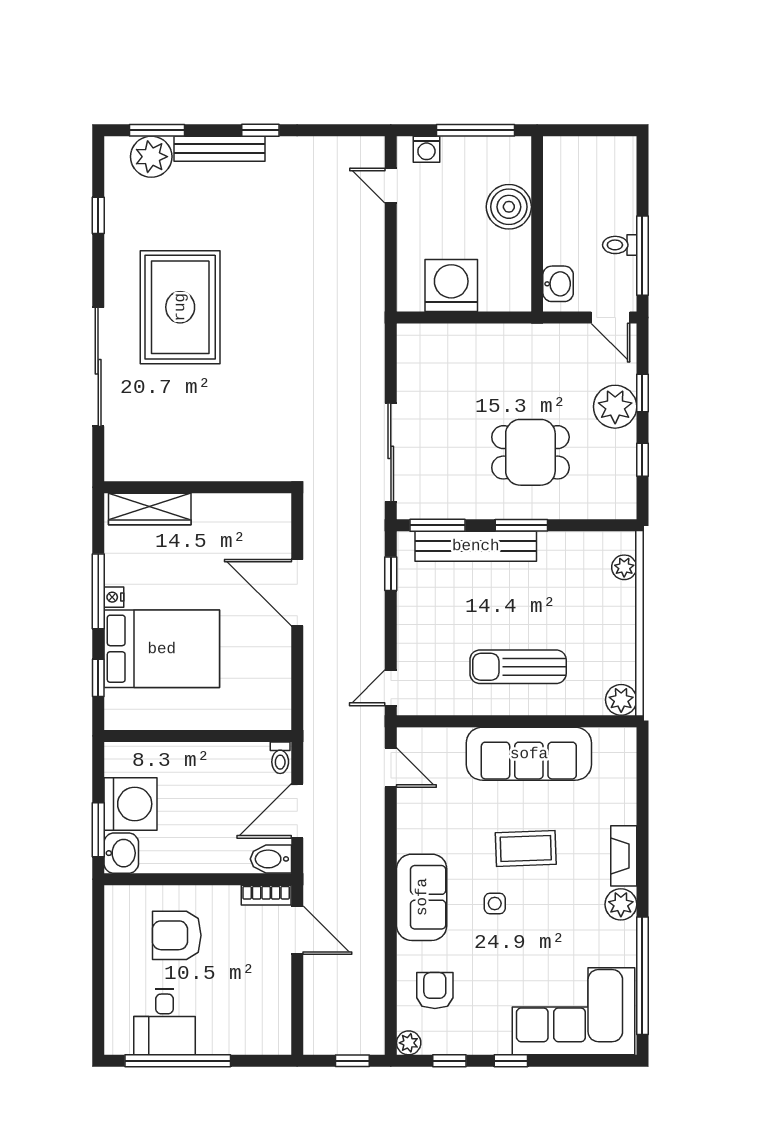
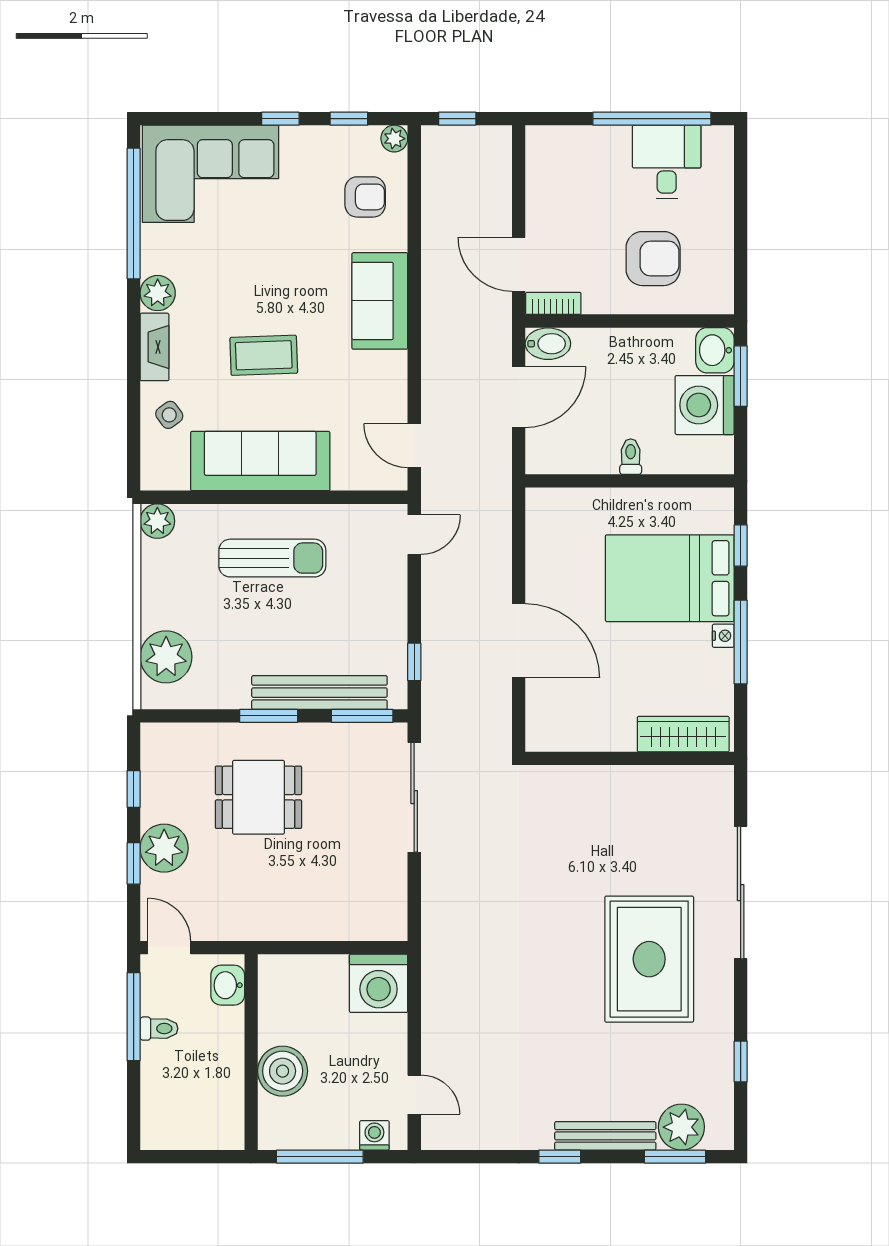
washing machine: (451, 285) -> (379, 983), moved
plant: (624, 567) -> (166, 657), width x1.87, depth x1.87
toilet: (280, 758) -> (631, 457), moved
side table: (495, 903) -> (169, 415), moved, turned -36
armchair: (435, 991) -> (365, 197), turned -90

